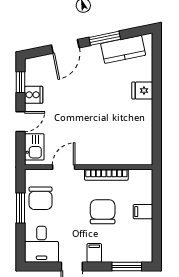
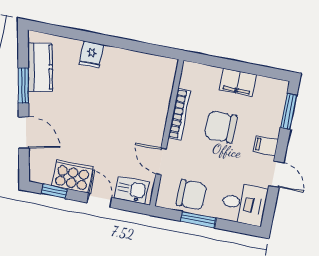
cooker: (34, 95) -> (72, 176), width x1.87, depth x1.31
filing cabinet: (143, 212) -> (238, 82), width x2.00

